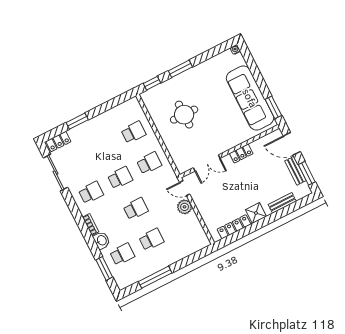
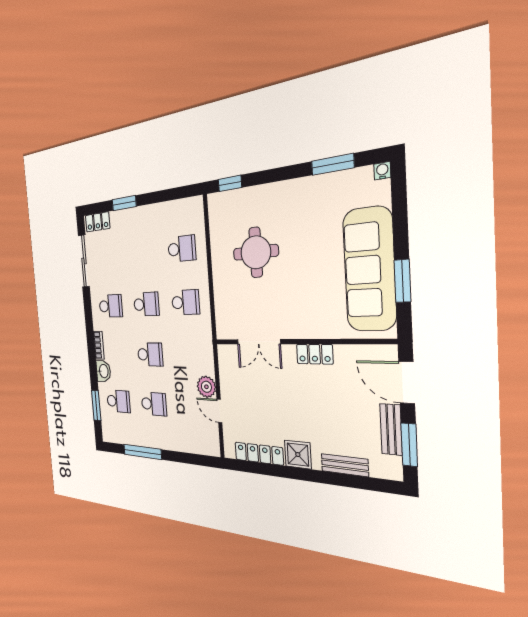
window: (180, 69) -> (333, 164), moved
window: (273, 107) -> (403, 281), moved
door: (185, 188) -> (219, 411), moved

